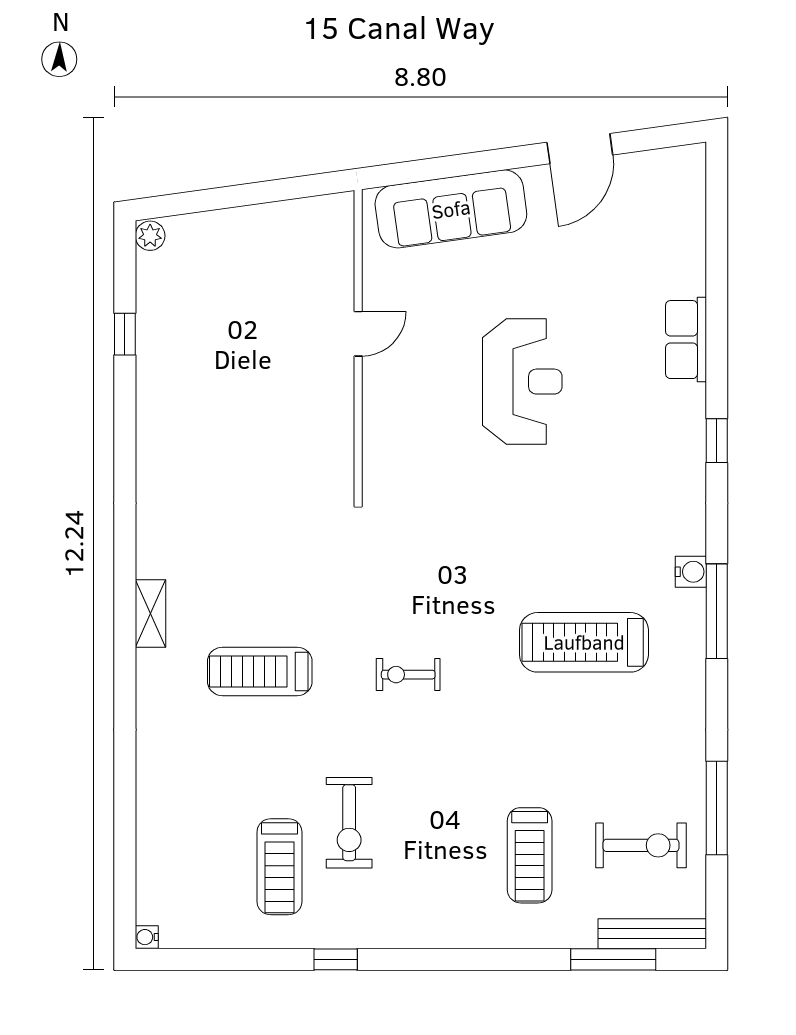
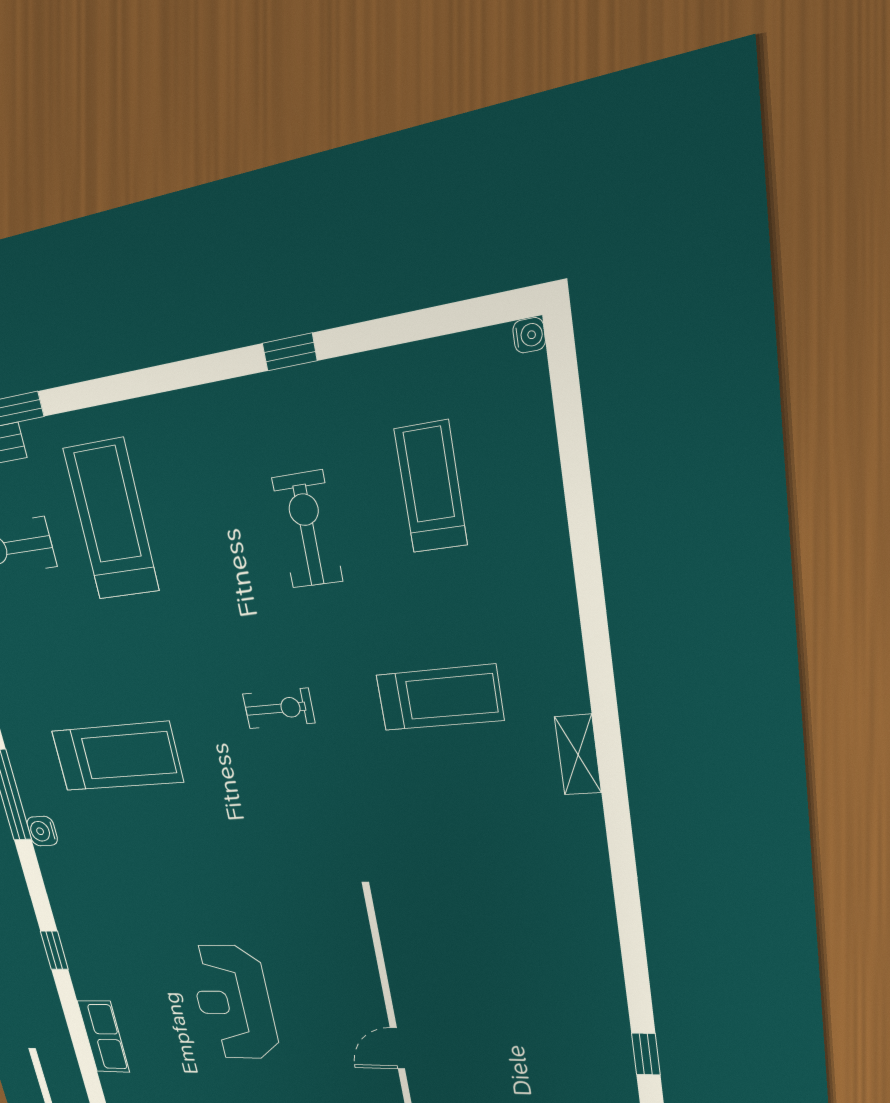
treadmill: (530, 855) -> (111, 520), width x1.37, depth x1.38
treadmill: (279, 867) -> (431, 487), moved

